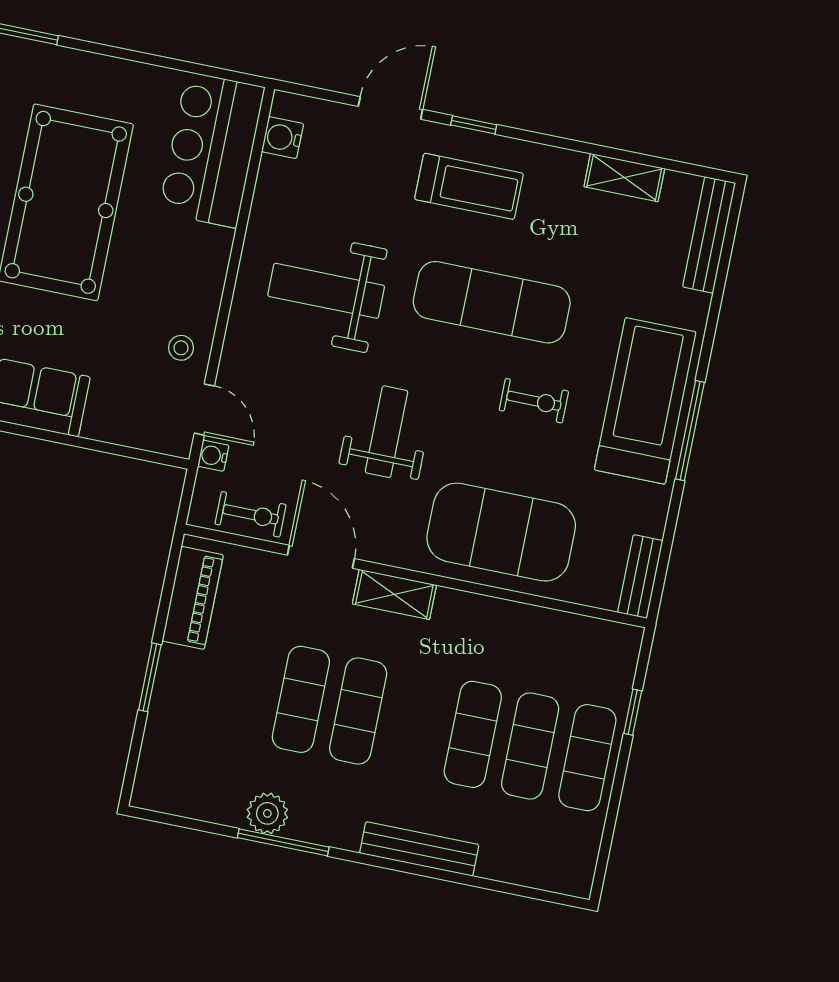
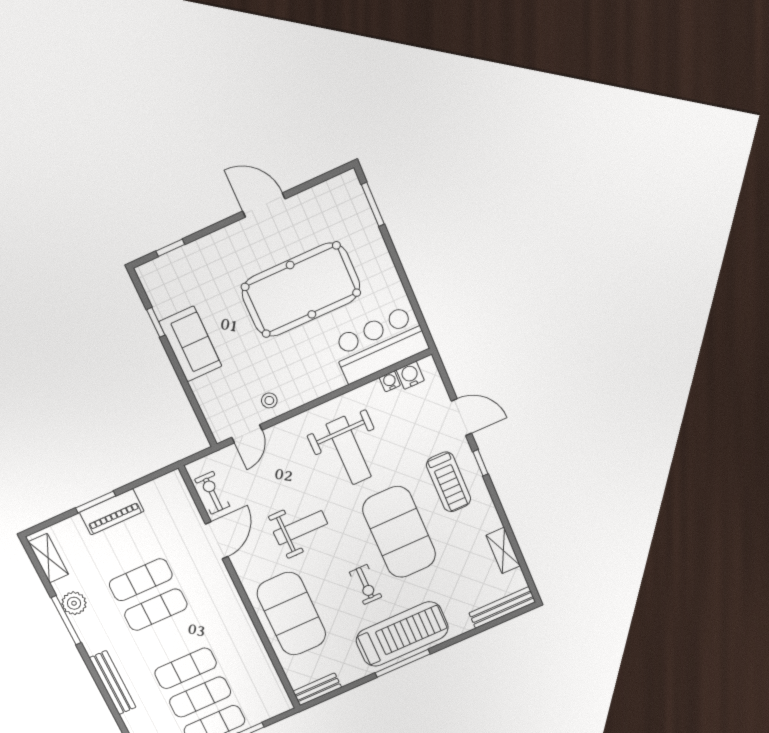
weight bench: (326, 291) -> (349, 451), turned 180
exercise mat: (492, 302) -> (399, 532), width x1.47
water cooler: (213, 456) -> (390, 381), moved
exercise bike: (251, 514) -> (212, 493), turned 180
shelving: (394, 594) -> (48, 558), moved
piano: (193, 598) -> (112, 512), moved

